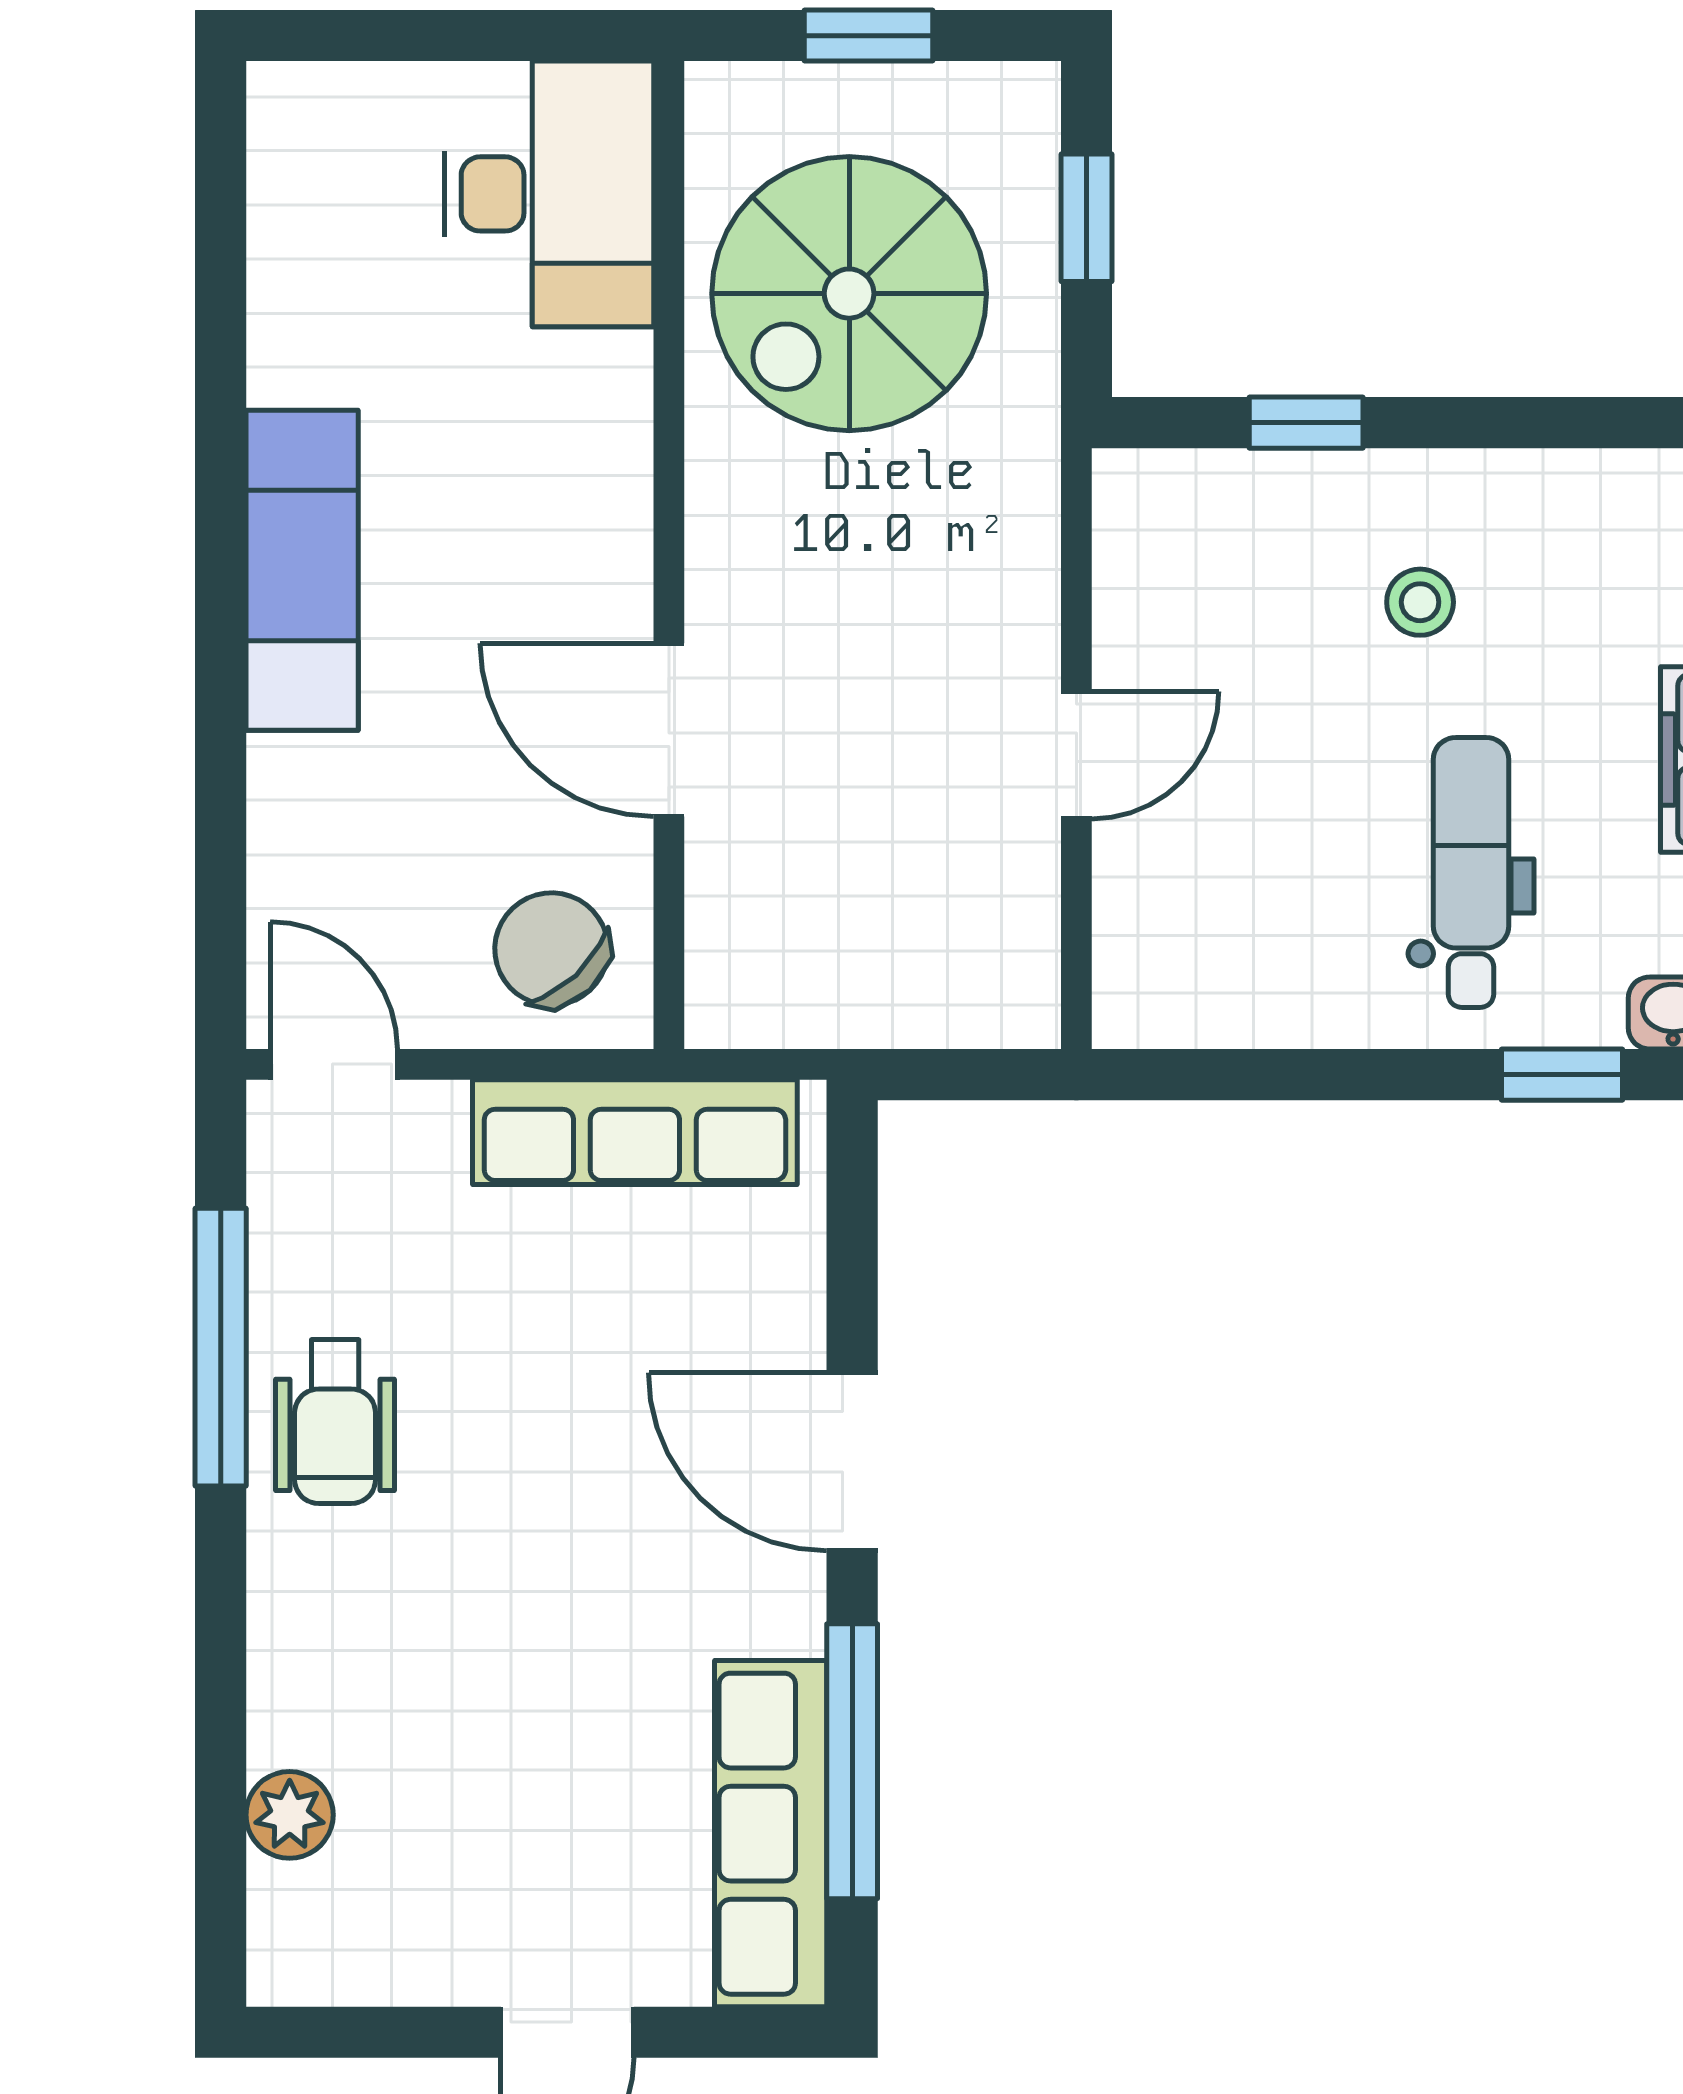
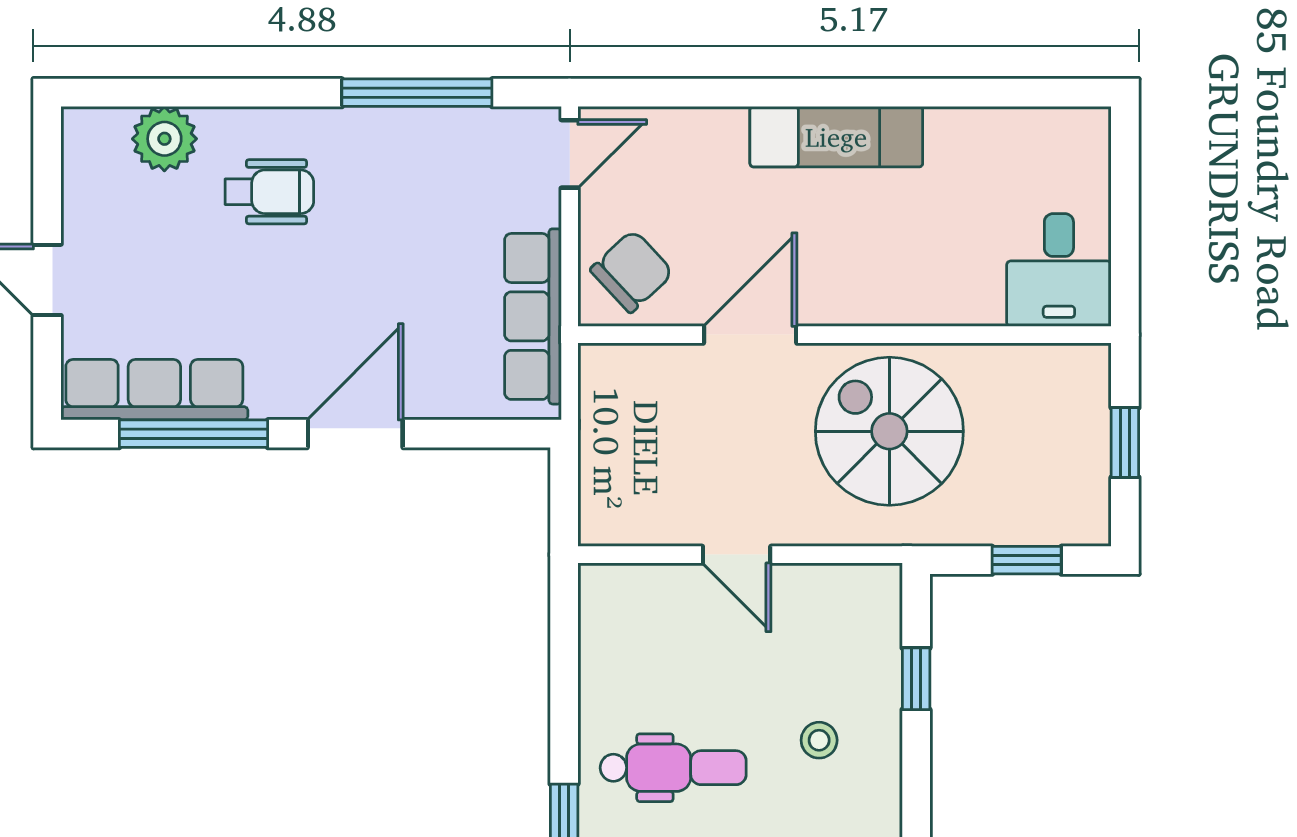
desk: (549, 194) -> (1059, 270), width x0.73
spiral stairs: (849, 294) -> (889, 431), moved
wheelchair: (335, 1422) -> (269, 192), moved, turned 180
plant: (290, 1815) -> (164, 139), width x1.38, depth x1.38

